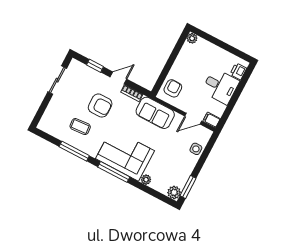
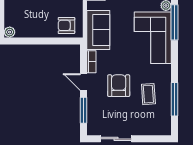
window: (95, 66) -> (84, 110), width x1.50
window: (74, 151) -> (175, 99), moved
window: (114, 172) -> (175, 22), moved

